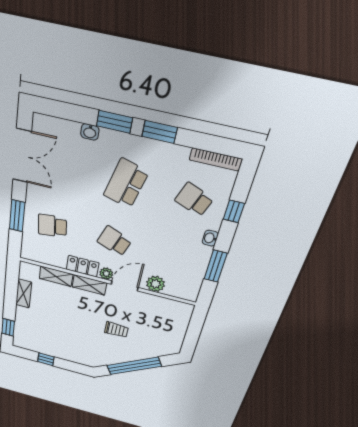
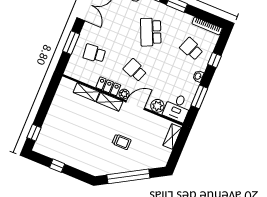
school desk: (126, 184) -> (151, 32), turned -39
desk: (184, 283) -> (177, 108), added
shelving: (24, 294) -> (172, 136), moved

